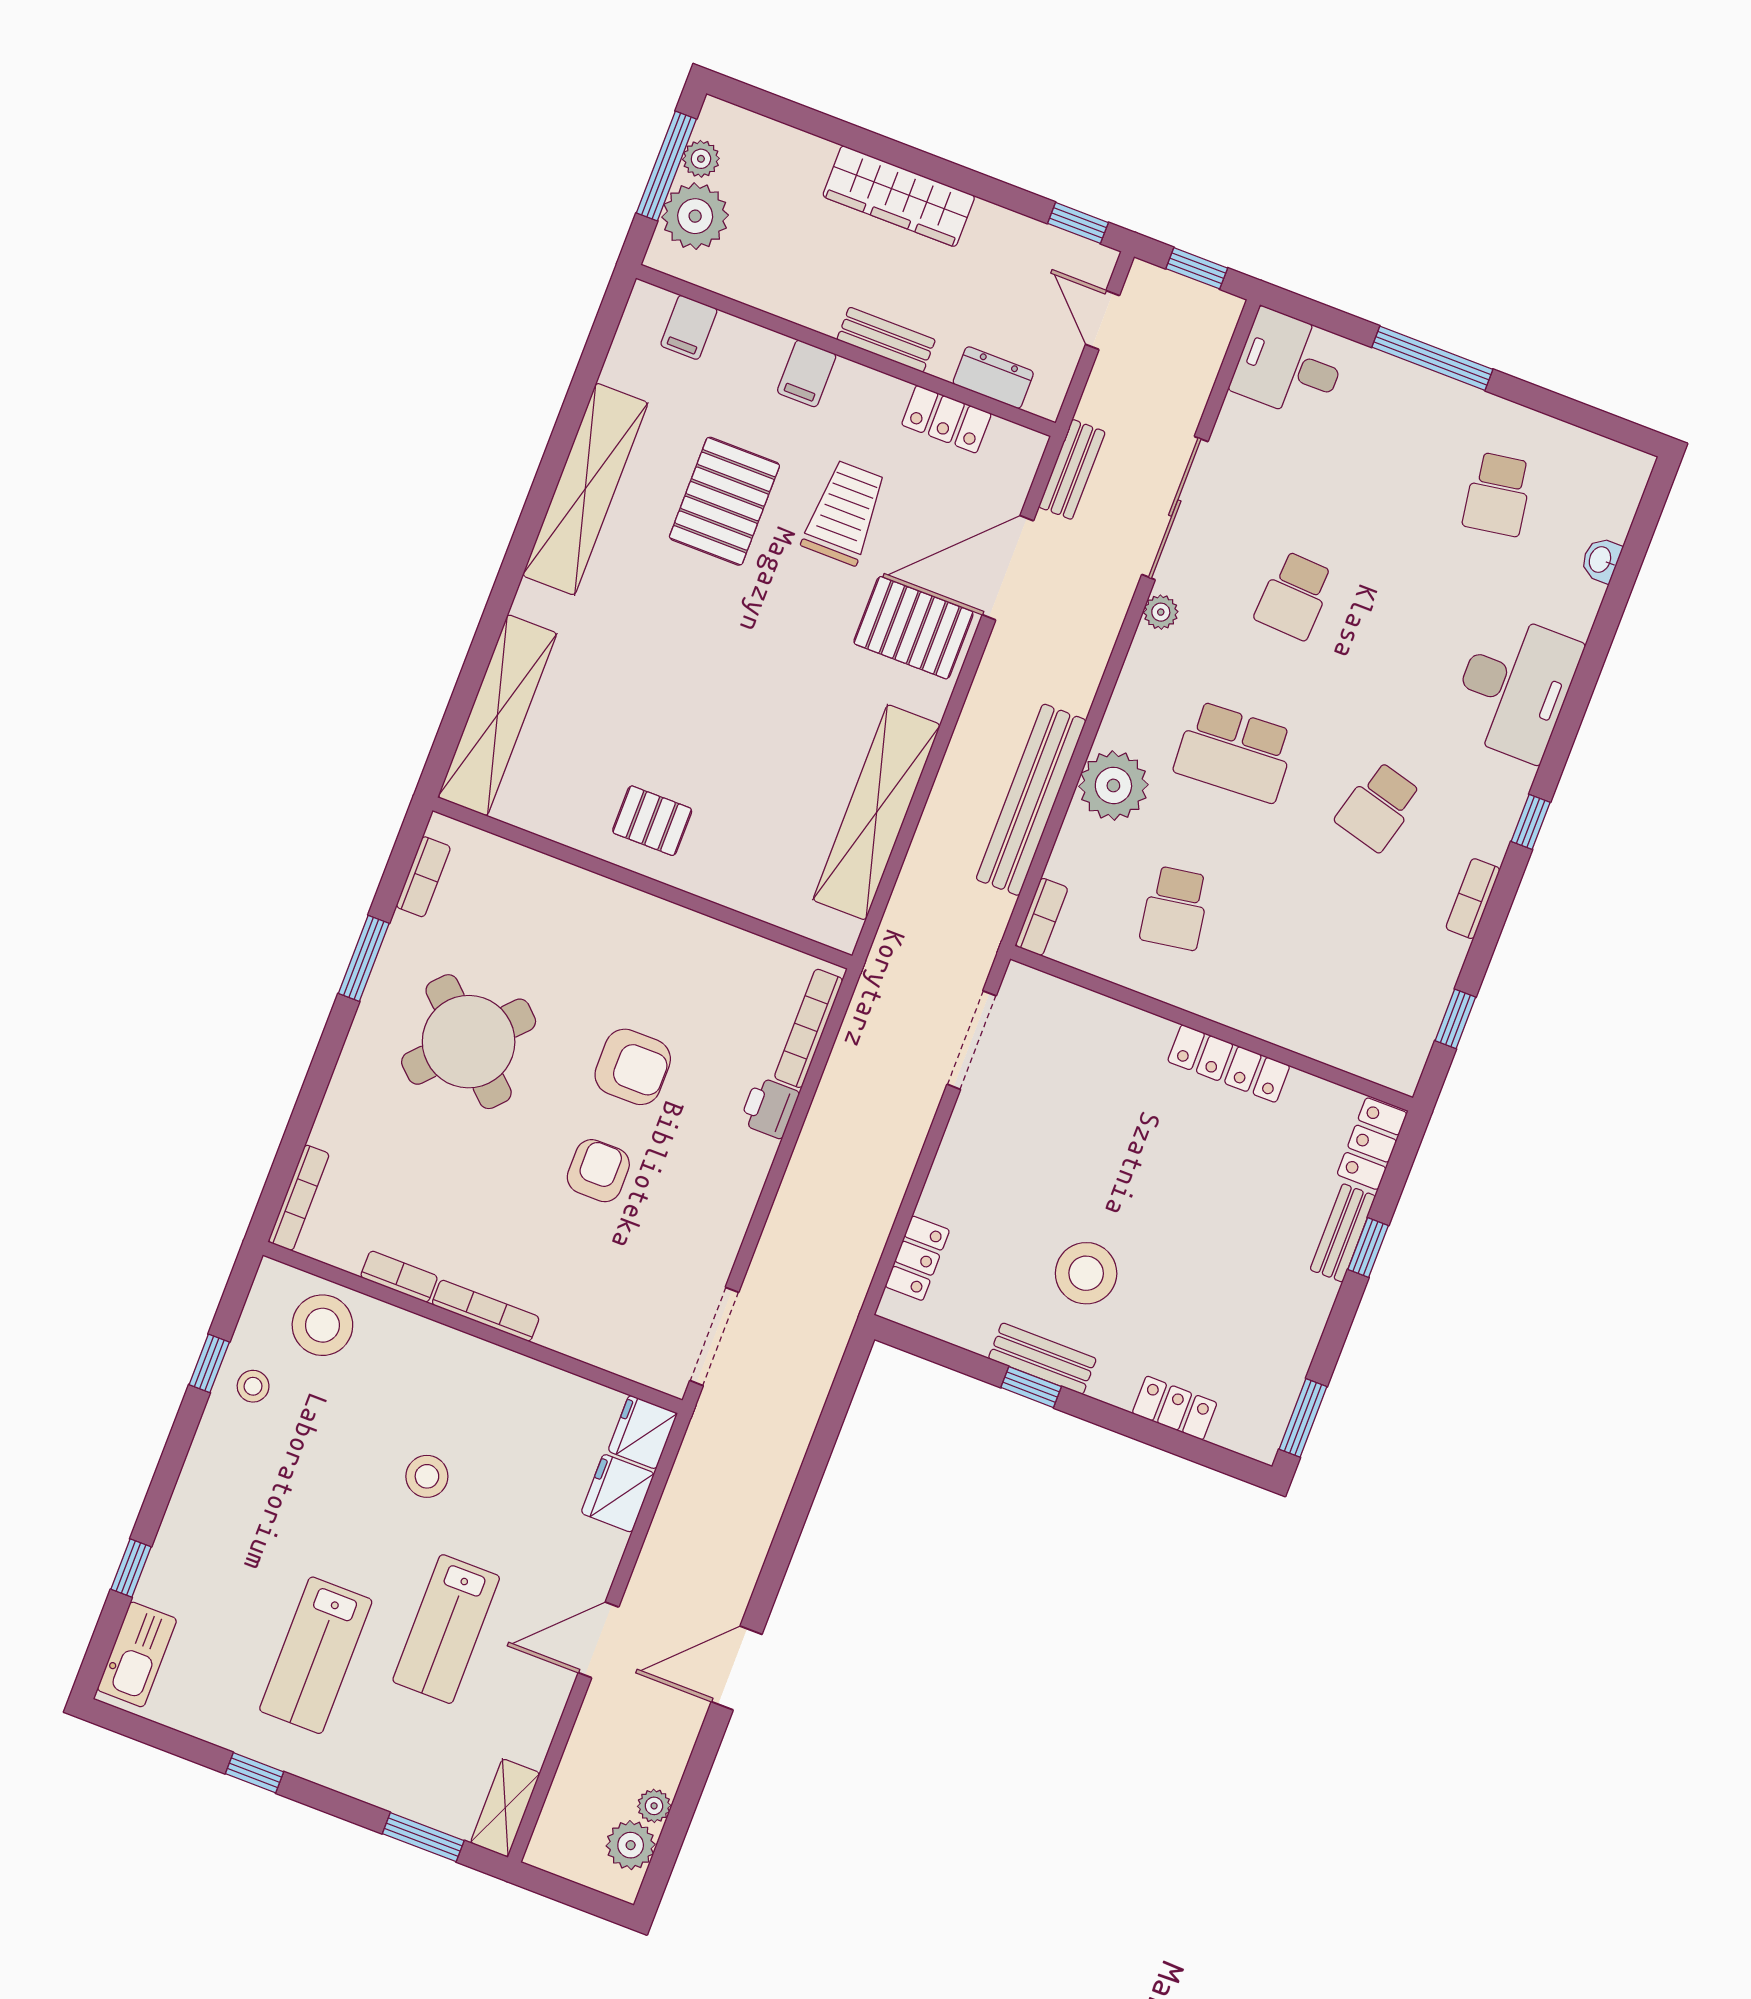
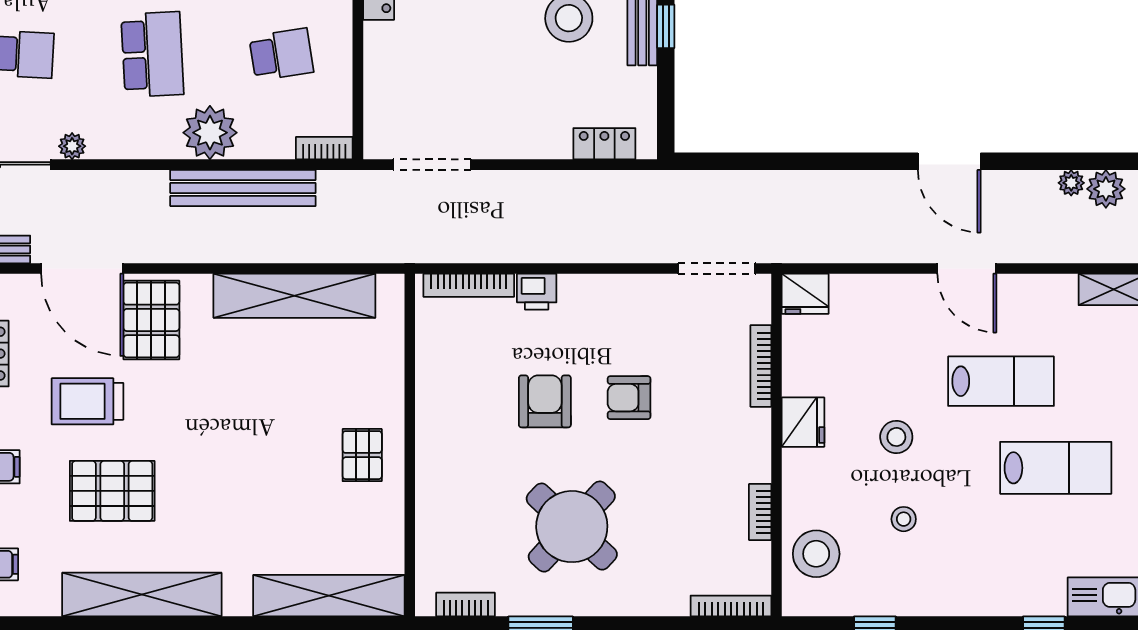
bookcase: (486, 1311) -> (761, 366), moved
stool: (253, 1386) -> (904, 519), moved
fridge: (618, 1493) -> (803, 422), moved, turned -90

